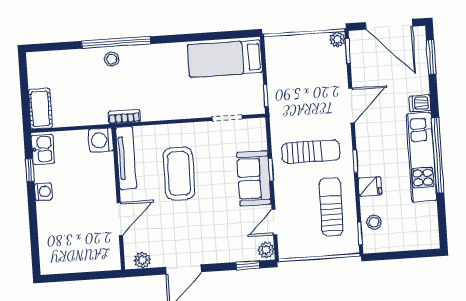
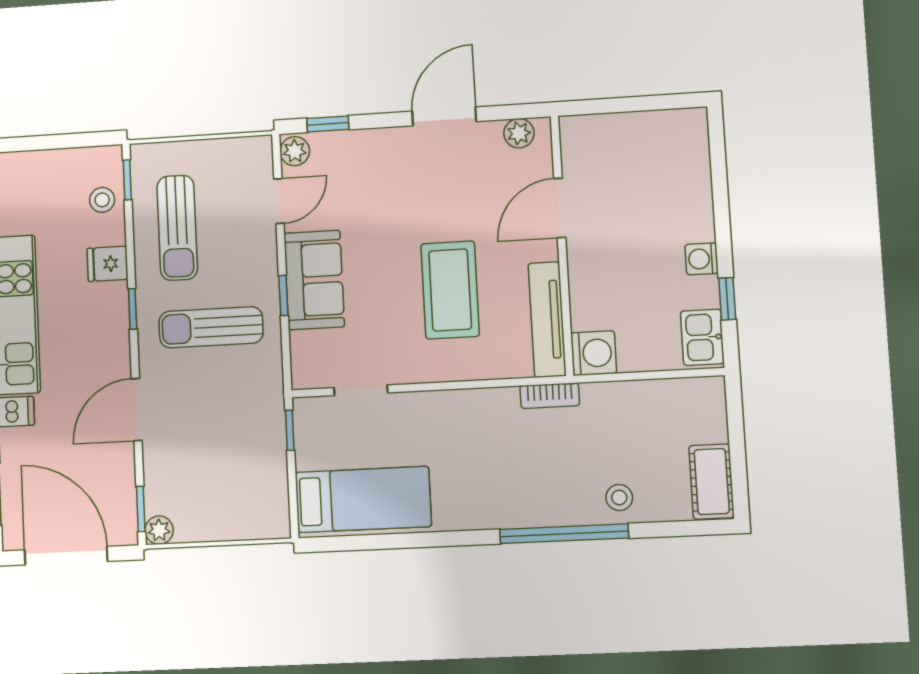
stool: (112, 59) -> (619, 498), moved
cot: (40, 109) -> (712, 482), moved

